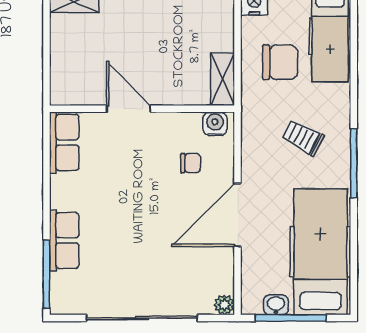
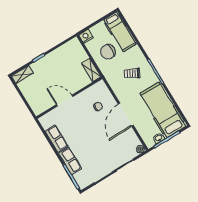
chair: (280, 62) -> (108, 52), turned 180
water cooler: (215, 124) -> (98, 87), removed
row of seats: (64, 142) -> (57, 139), moved

